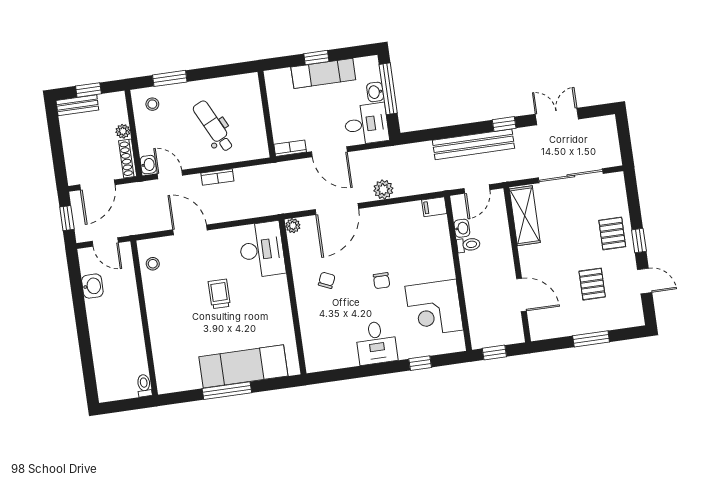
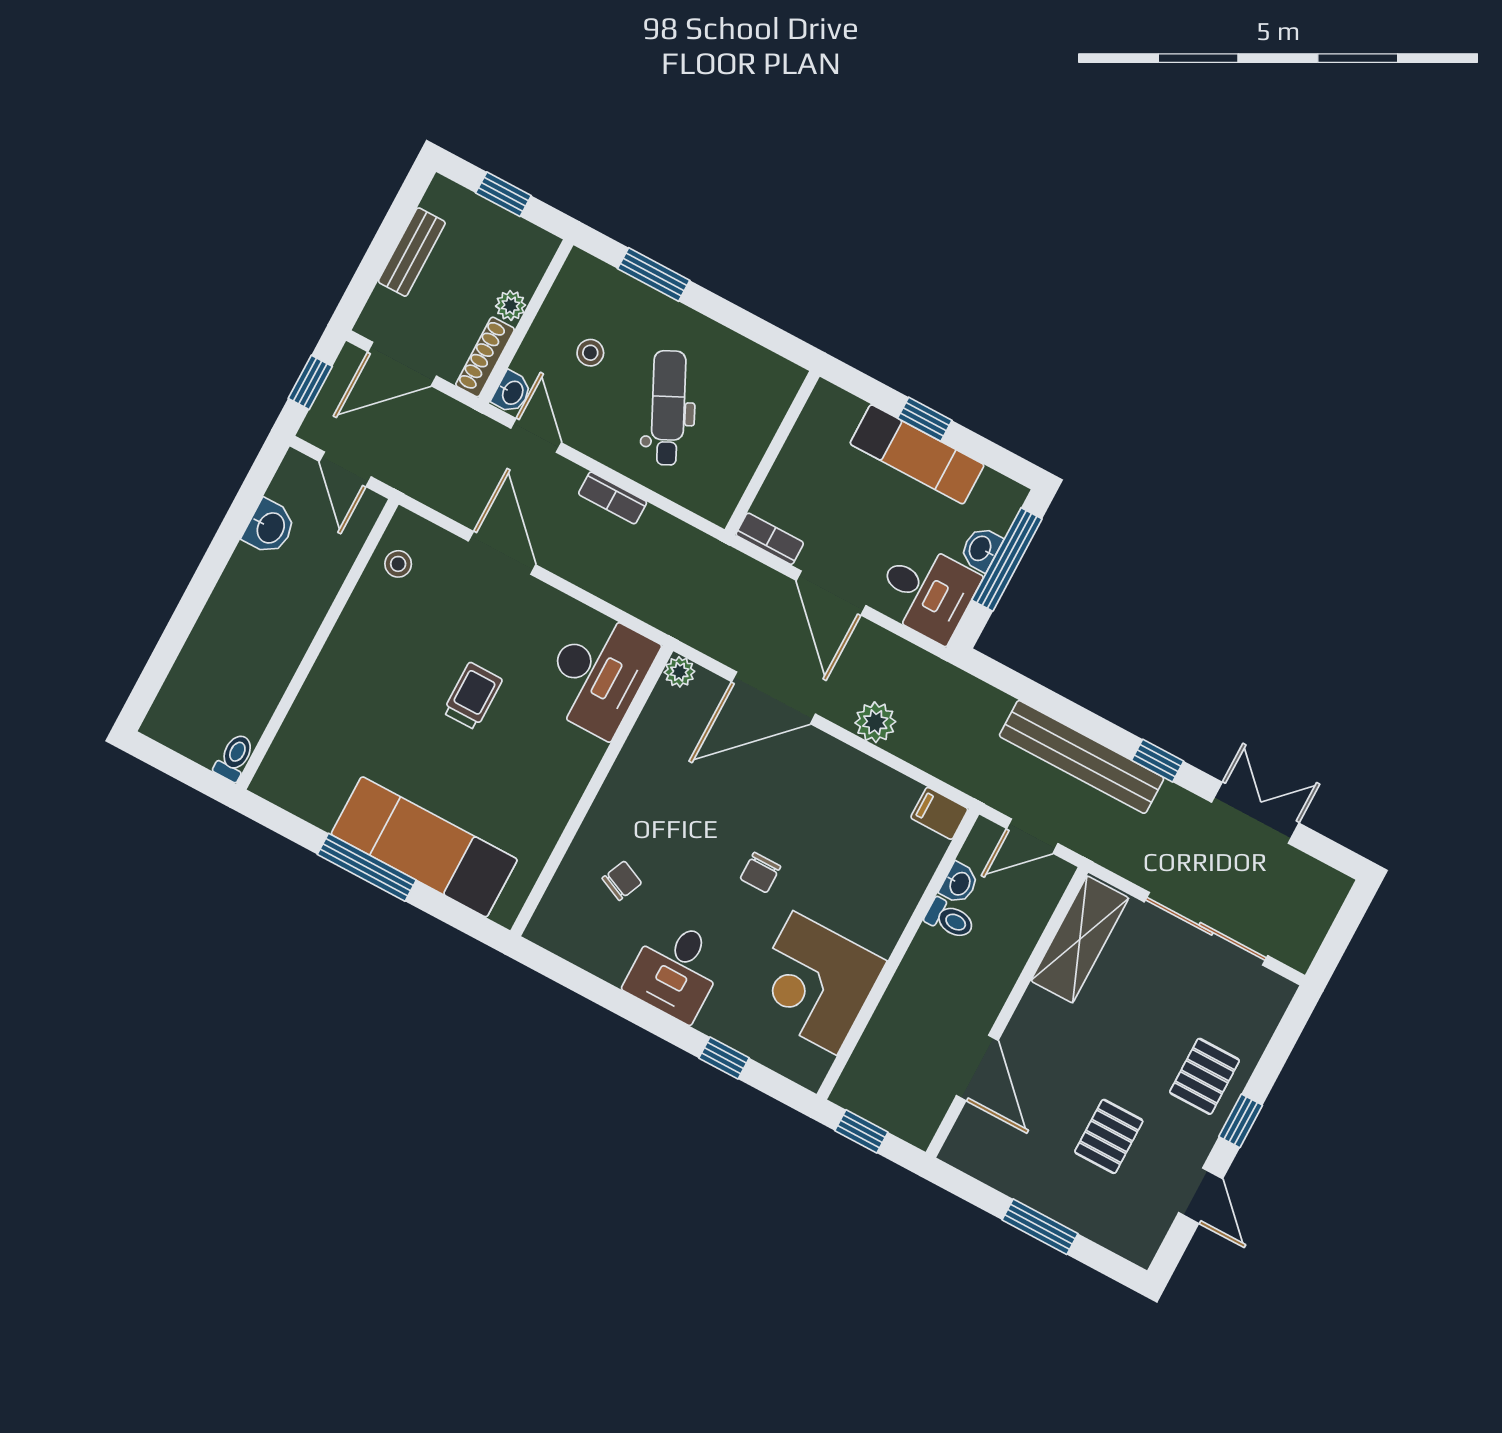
stool: (152, 104) -> (590, 353), moved
bench: (77, 105) -> (412, 252), moved, turned 90
chair: (327, 280) -> (622, 881), moved

